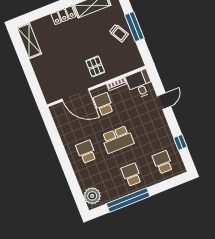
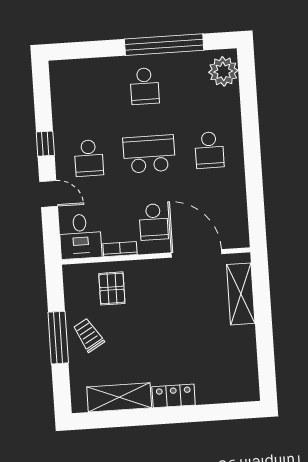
shelving: (29, 41) -> (241, 294), moved
pallet: (95, 66) -> (112, 288), moved
door: (164, 101) -> (49, 194), swing flipped
window: (180, 142) -> (45, 144), moved
school desk: (163, 162) -> (89, 158), moved

